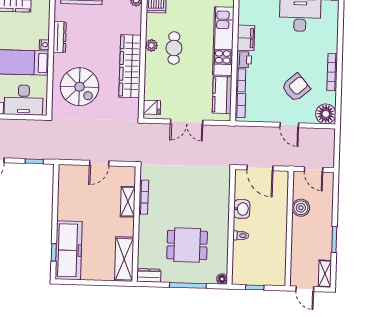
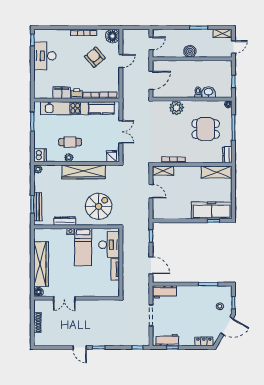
shelving: (128, 202) -> (163, 171), moved
plant: (219, 204) -> (176, 108), added
boiler: (301, 208) -> (190, 51), moved
washbasin: (242, 209) -> (209, 92), moved
dining table: (187, 245) -> (206, 129), turned 90

